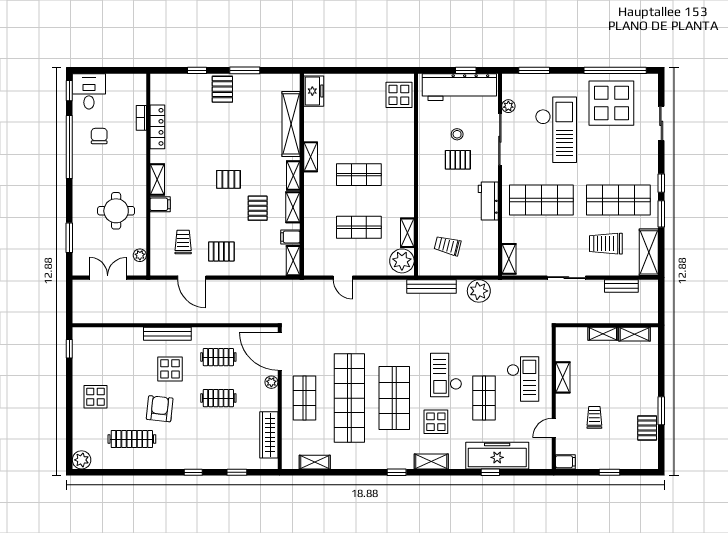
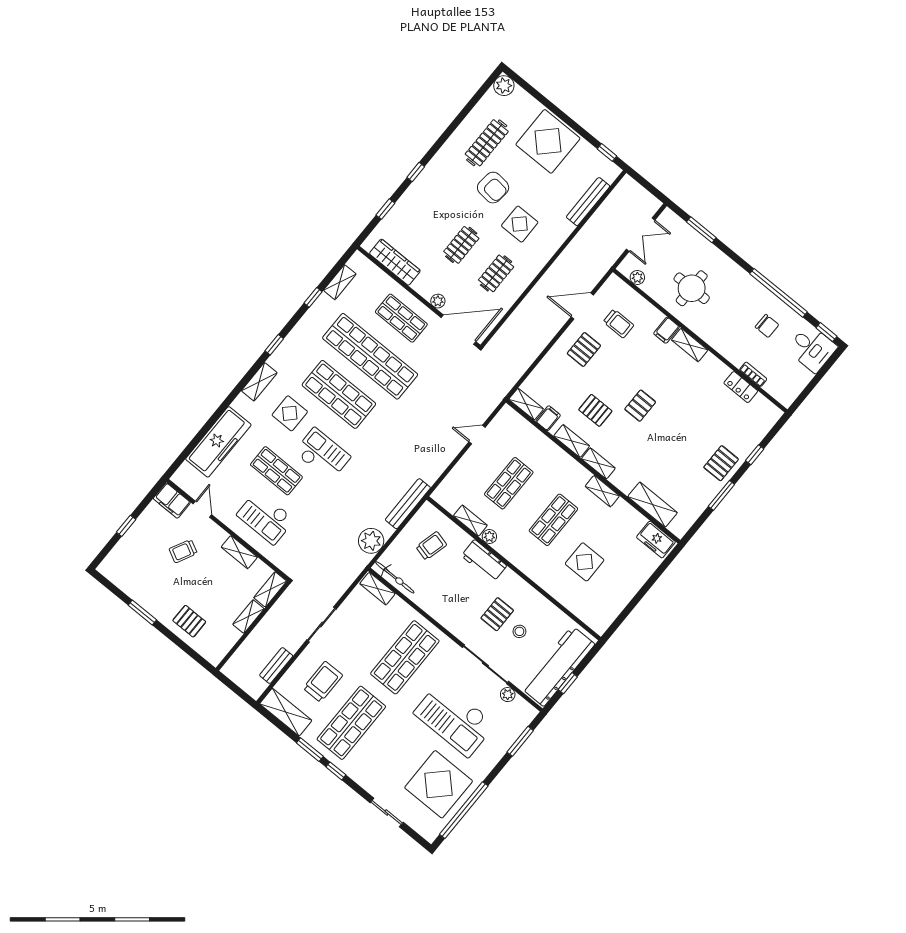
pallet: (222, 89) -> (721, 463), turned 90
display table: (399, 95) -> (585, 562), moved
shelving: (291, 124) -> (653, 505), width x0.68
locker: (157, 127) -> (741, 387), width x0.66
workbench: (488, 201) -> (484, 561), moved, turned 180
bicycle: (491, 253) -> (395, 577), added
plant: (402, 261) -> (489, 537), moved, width x0.53, depth x0.53
bench: (167, 334) -> (588, 202), moved
shelving: (635, 334) -> (270, 589), moved
display table: (96, 397) -> (548, 141), width x1.86, depth x1.86
trolley: (594, 417) -> (183, 551), turned 117
pallet: (647, 428) -> (189, 621), moved
filing cabinet: (565, 462) -> (172, 501), width x2.00
window: (490, 472) -> (313, 297), moved

